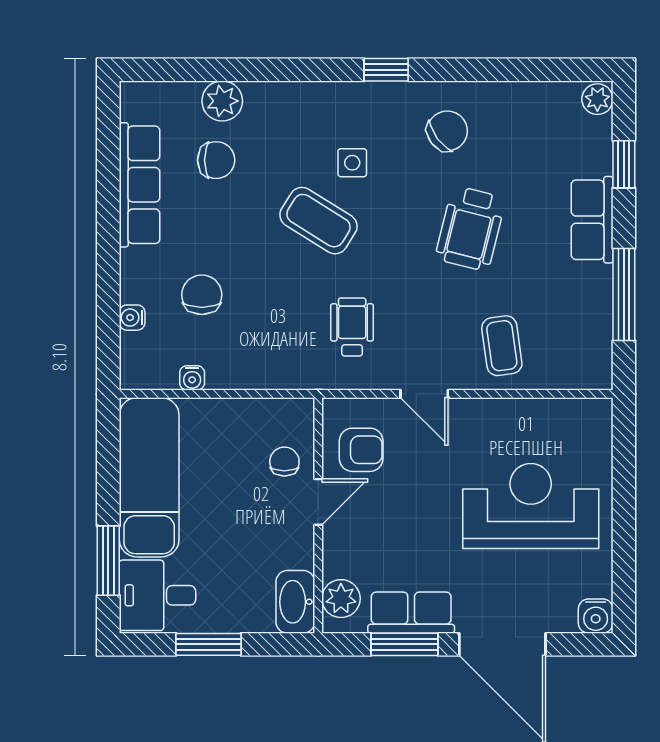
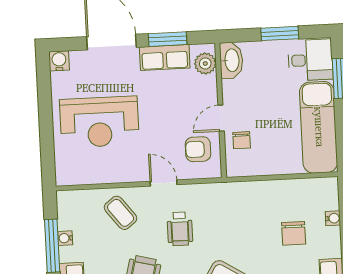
wheelchair: (352, 327) -> (180, 229), moved
coffee table: (502, 346) -> (121, 213), turned -30
water cooler: (192, 378) -> (65, 238), moved, turned -90

